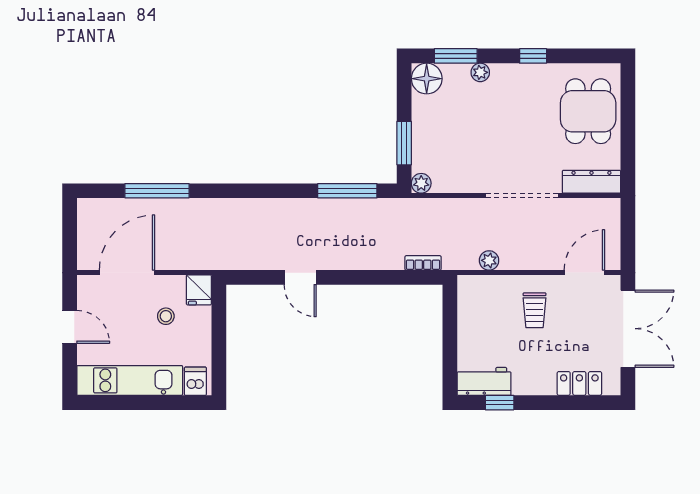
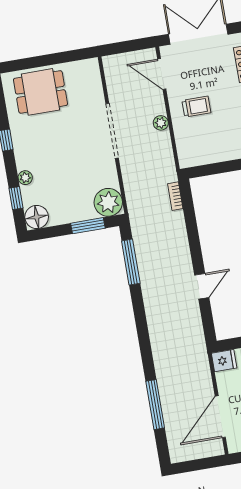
window: (456, 56) -> (16, 198), width x0.67
dresser: (591, 182) -> (93, 80), removed
plant: (421, 183) -> (108, 202), width x1.88, depth x1.88
plant: (489, 260) -> (161, 123), moved
door: (127, 273) -> (220, 417), hinge flipped

